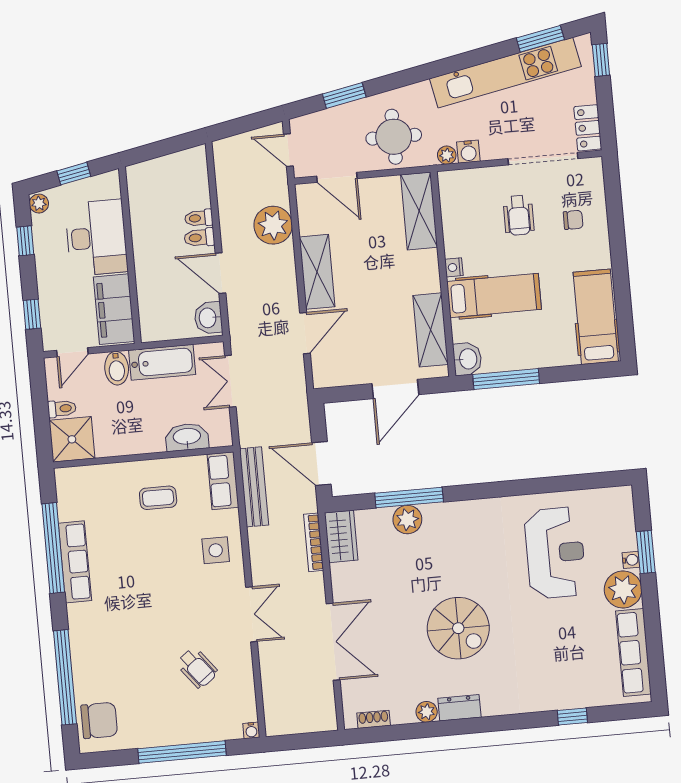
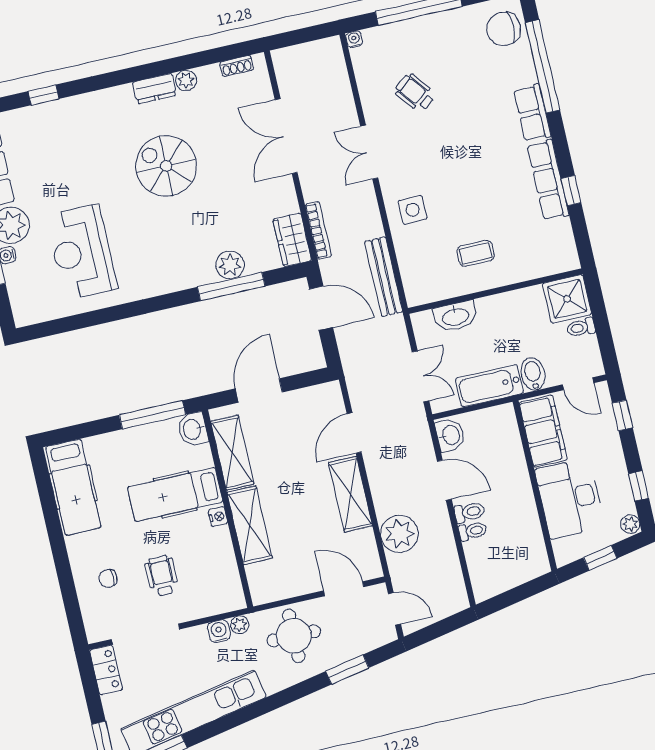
shelving: (419, 211) -> (250, 525), moved
door: (72, 352) -> (578, 384), swing flipped
row of seats: (223, 481) -> (532, 113), moved, turned 180
window: (53, 548) -> (571, 191), width x0.32

